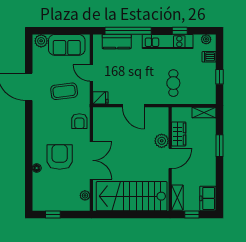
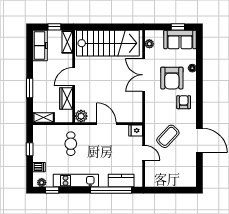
window: (180, 31) -> (52, 190), moved
plant: (41, 41) -> (188, 181), removed
sofa: (67, 45) -> (180, 39), moved, turned 180
coffee table: (64, 91) -> (168, 136), turned -40
armchair: (79, 121) -> (184, 102), moved
plant: (162, 141) -> (81, 116), moved
freezer: (208, 198) -> (40, 46), width x1.40

